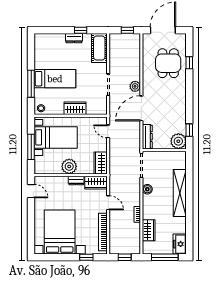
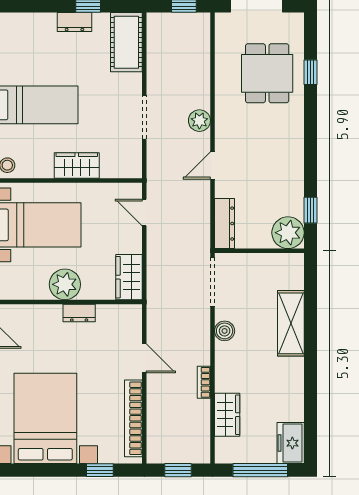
door: (141, 108) -> (212, 165), width x0.53
wardrobe: (96, 183) -> (119, 317), removed
shelving: (180, 193) -> (291, 323), width x0.68

